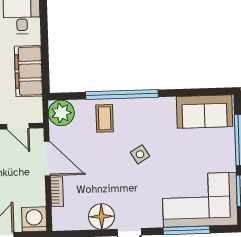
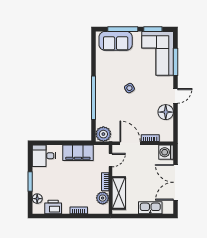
sofa: (204, 112) -> (116, 41), moved, turned 90
coffee table: (105, 118) -> (107, 108), removed
door: (47, 158) -> (130, 143), hinge flipped

